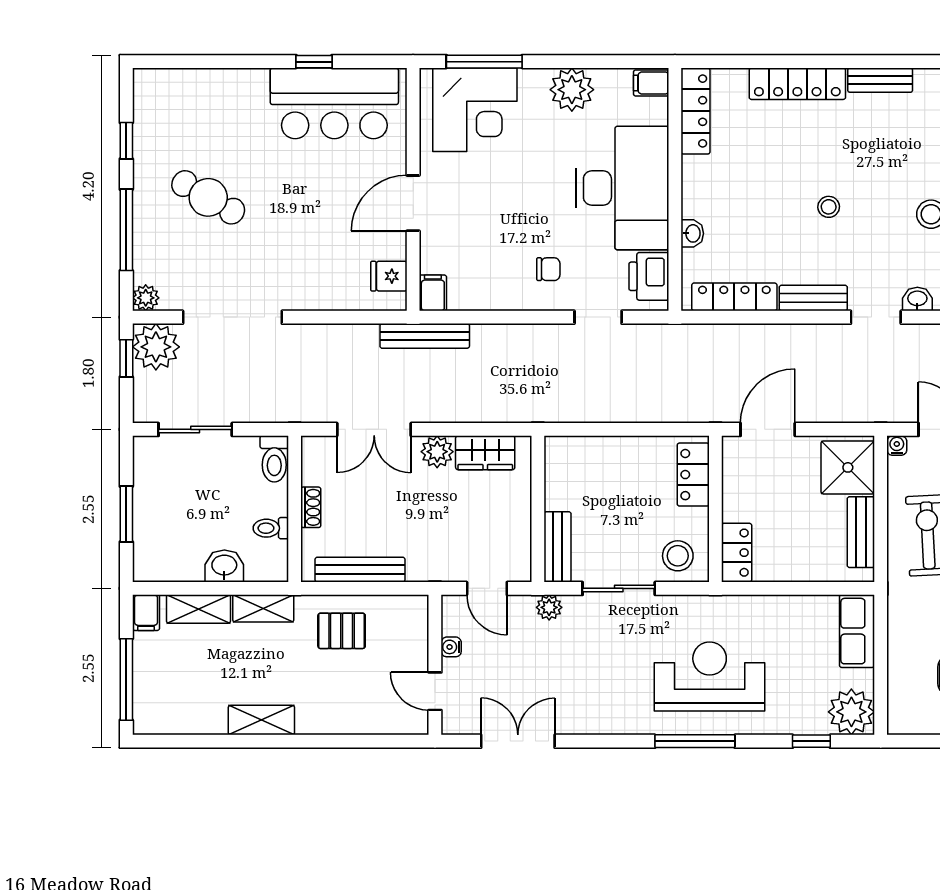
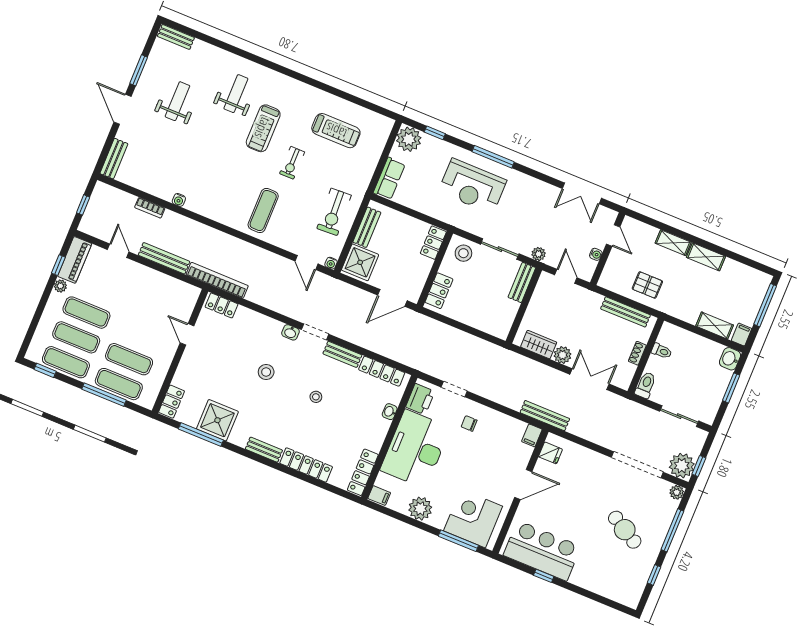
washbasin: (224, 566) -> (730, 359), moved, turned 90
shelving: (263, 608) -> (673, 243), moved

